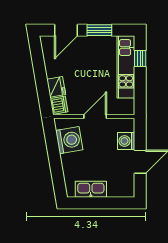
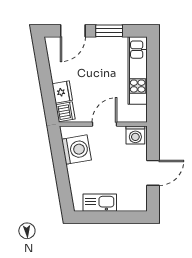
window: (140, 58) -> (153, 61), removed
washing machine: (126, 141) -> (135, 135), moved, turned -90

